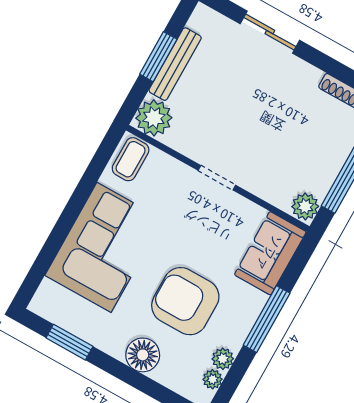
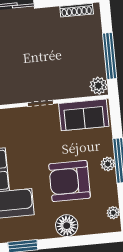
sofa: (270, 253) -> (84, 115), moved, turned -90
plant: (223, 359) -> (108, 164), moved

